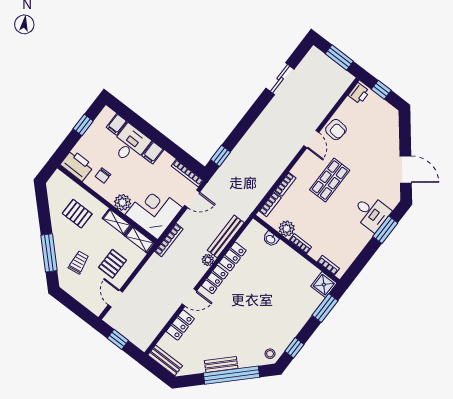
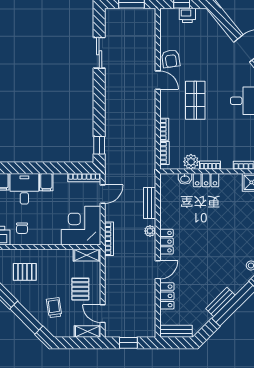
printer: (359, 93) -> (187, 15), moved, turned 90
armchair: (336, 130) -> (171, 59), turned 76
plant: (123, 202) -> (52, 237), removed
shelving: (117, 222) -> (87, 331), moved
bench: (226, 236) -> (150, 203), width x0.73
locker: (233, 256) -> (206, 180), moved, turned 90

